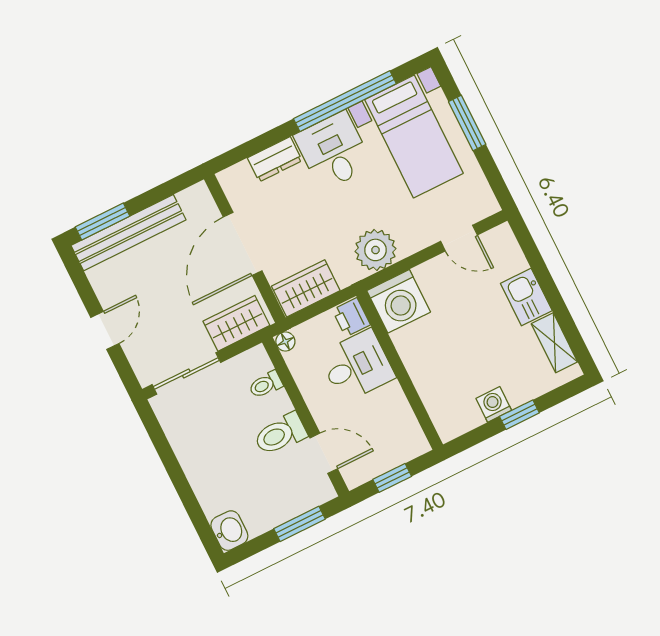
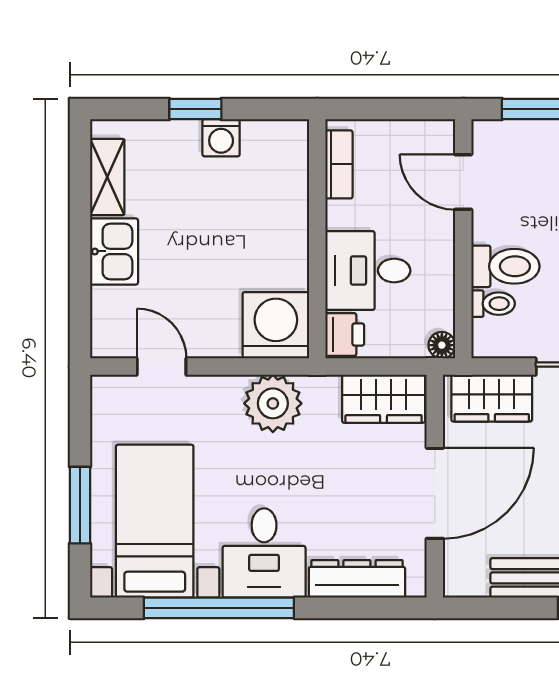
dresser: (275, 159) -> (357, 579), width x1.44
bookcase: (409, 425) -> (339, 164), added
toilet: (280, 434) -> (505, 266), moved
window: (392, 478) -> (393, 109), removed

